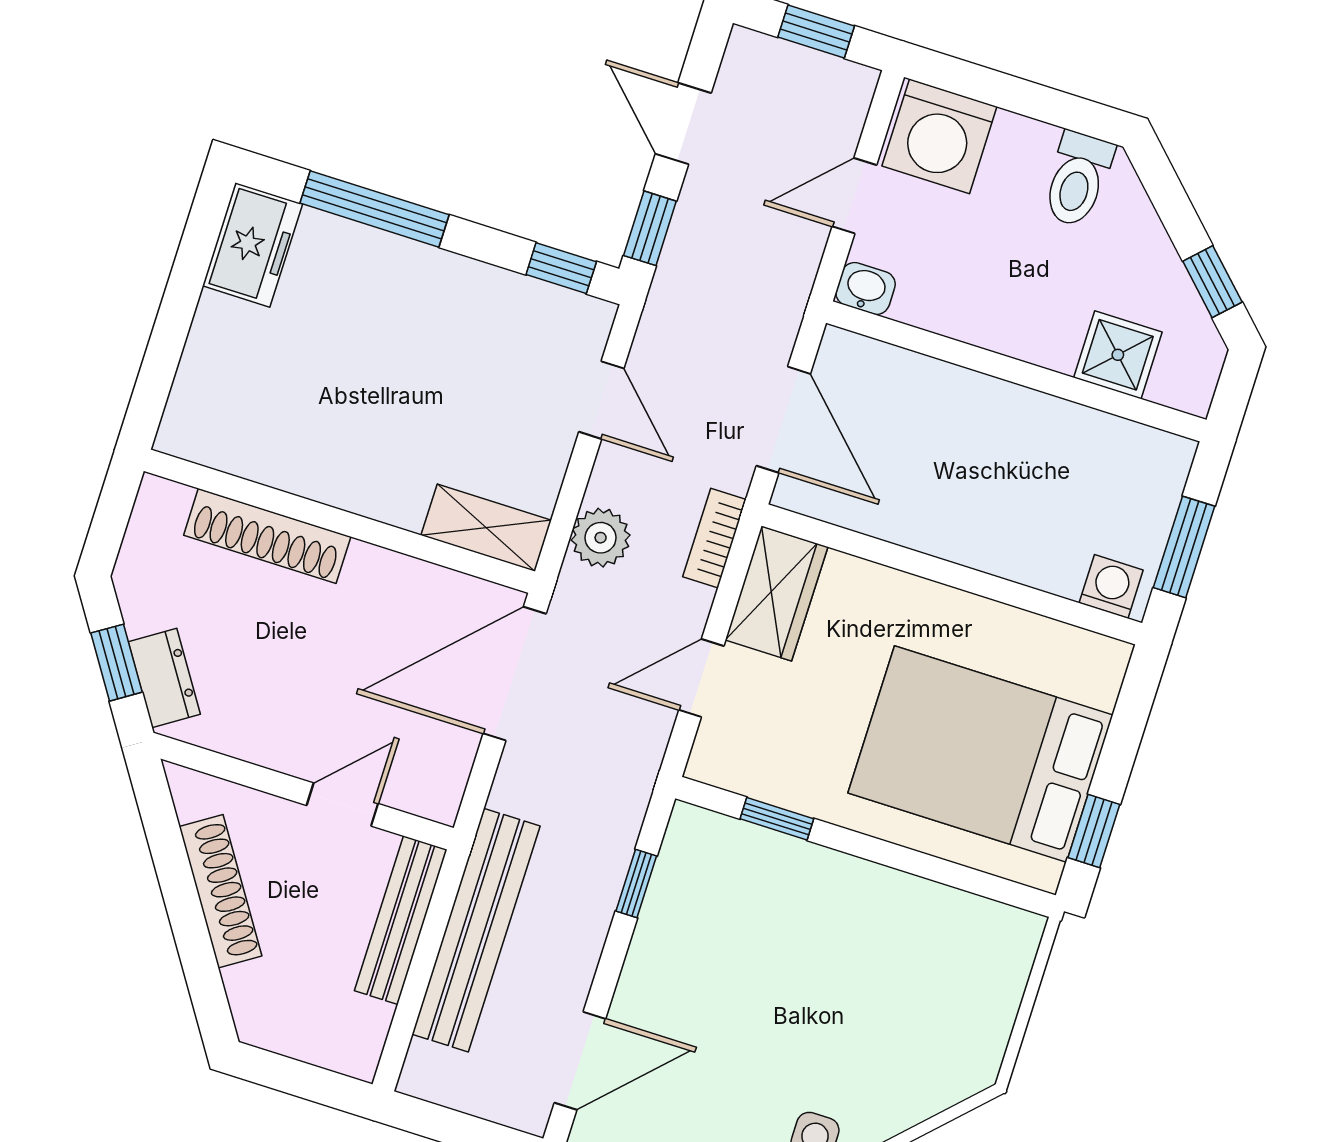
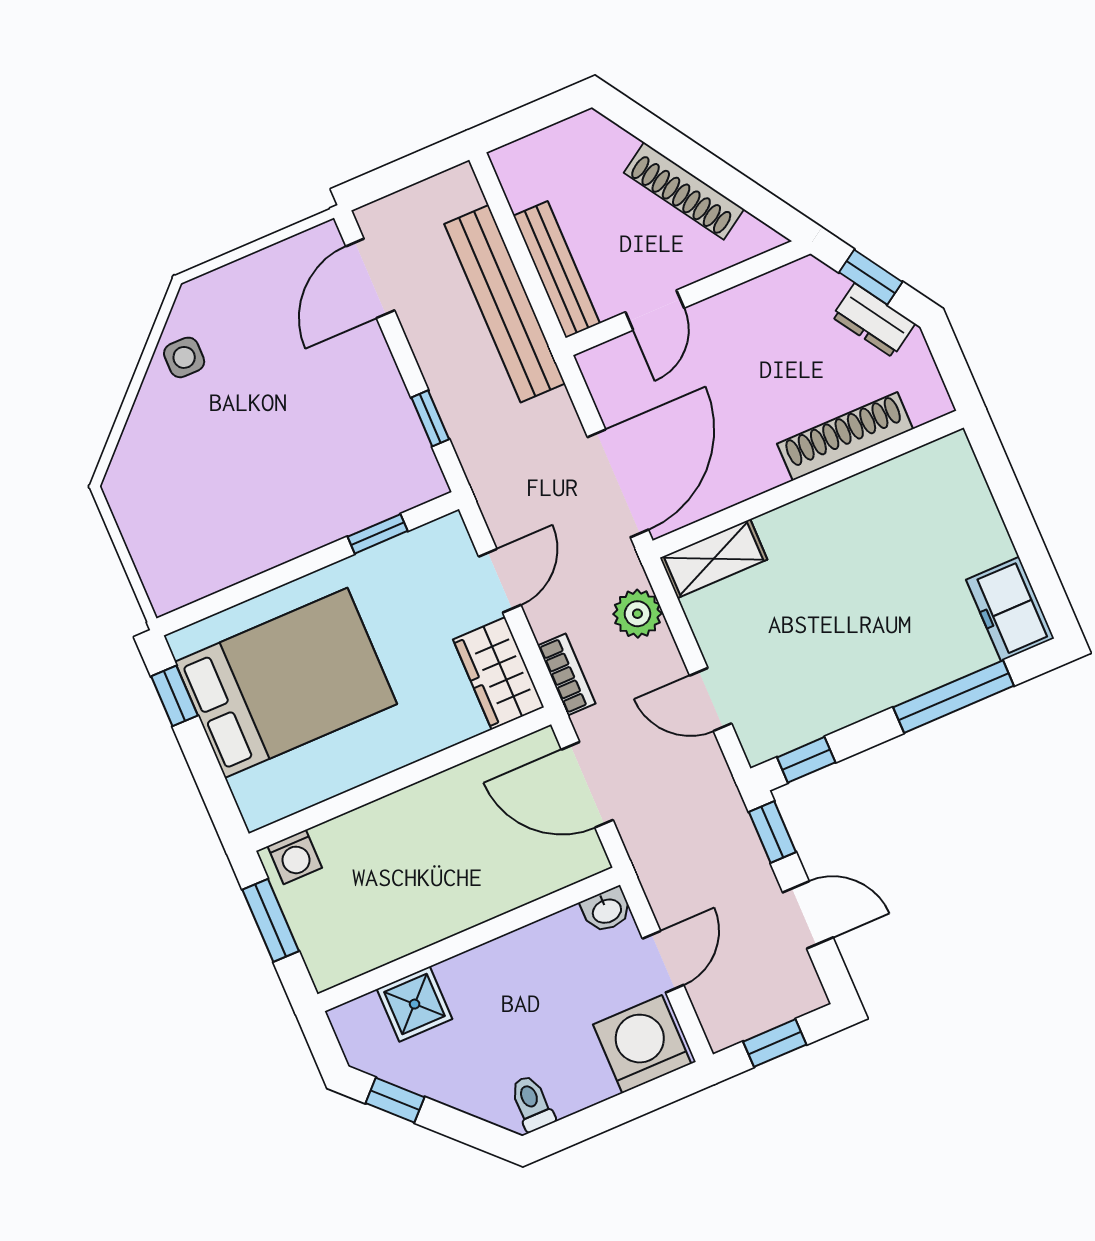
toilet: (1078, 179) -> (532, 1103), width x0.73, depth x0.72
dresser: (164, 678) -> (873, 320), moved

